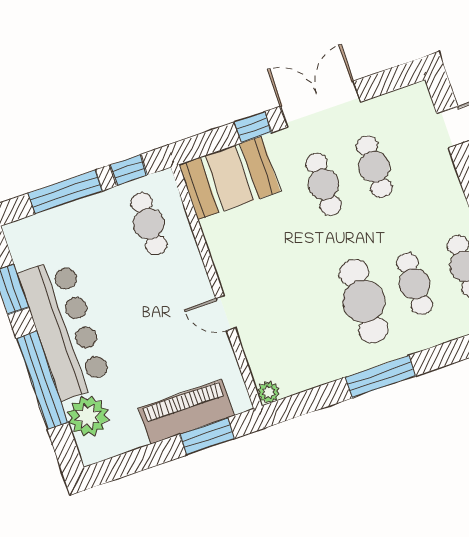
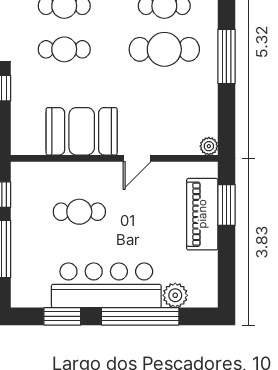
booth: (229, 178) -> (82, 131), moved, turned 90
cafe table: (149, 224) -> (79, 212), moved
plant: (88, 416) -> (175, 295), width x0.73, depth x0.73

